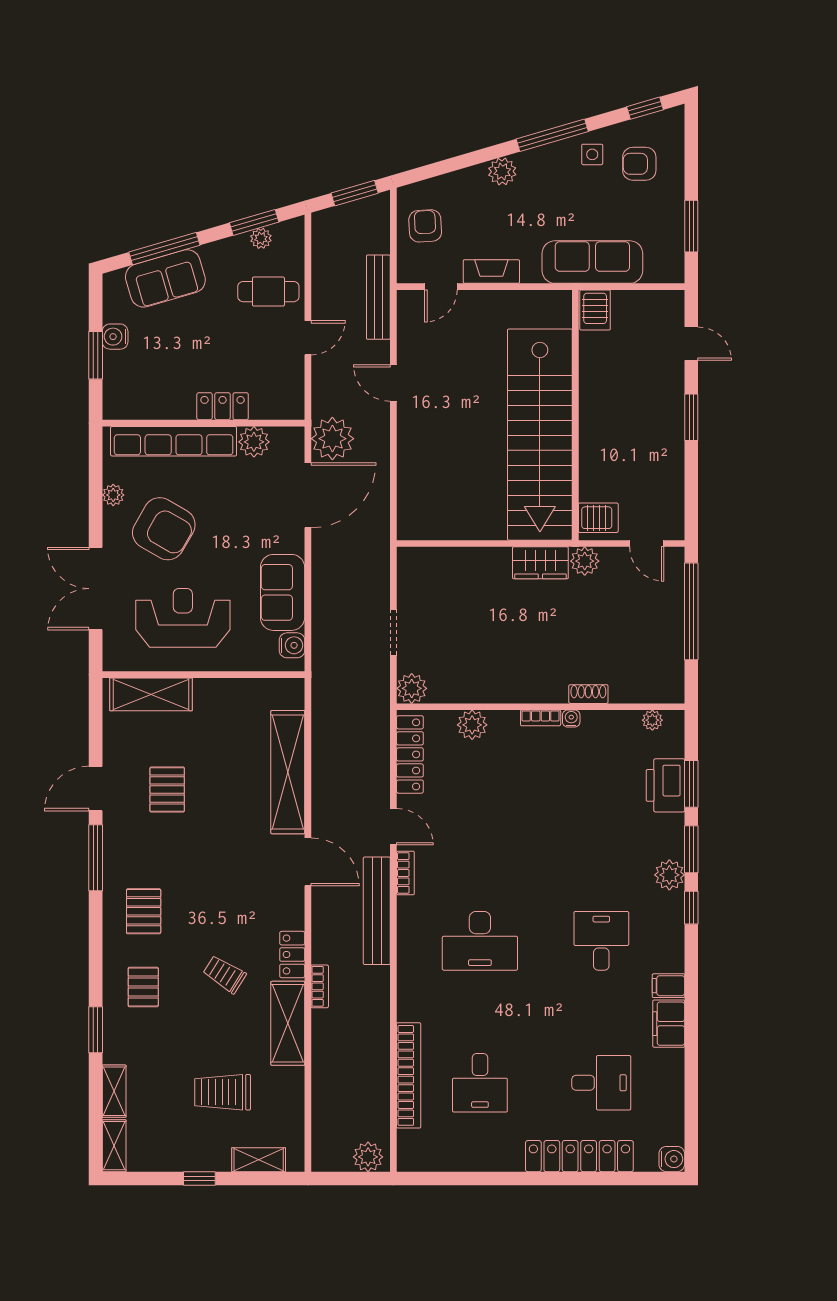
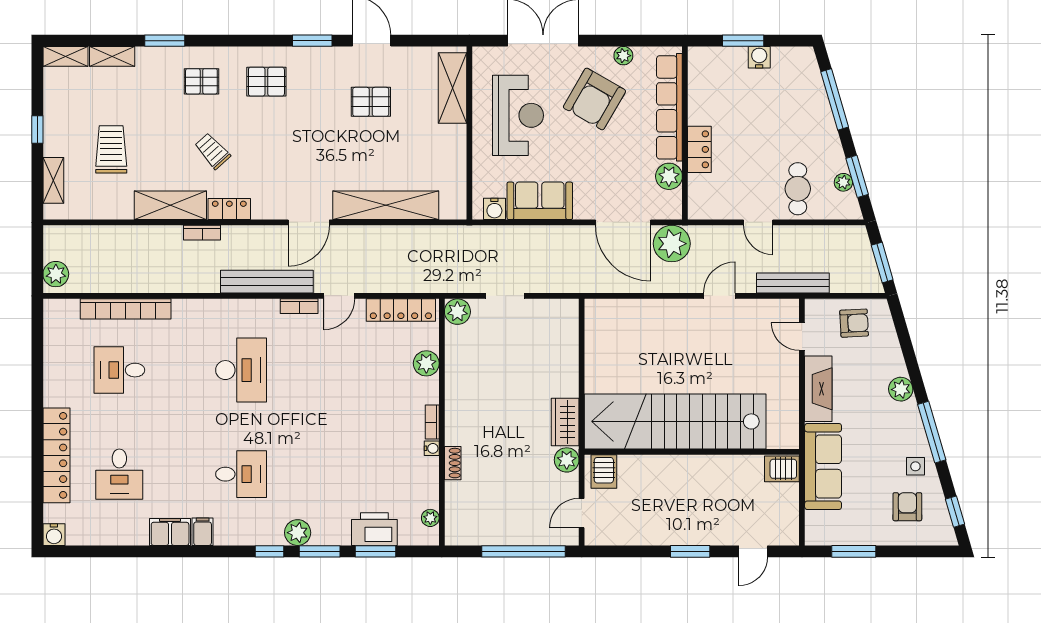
fireplace: (491, 271) -> (818, 389), width x1.37, depth x1.32
sofa: (165, 278) -> (809, 100), removed
window: (96, 858) -> (312, 41), width x0.69
desk: (480, 941) -> (241, 370), turned 180
trolley: (224, 974) -> (212, 151), turned -74

